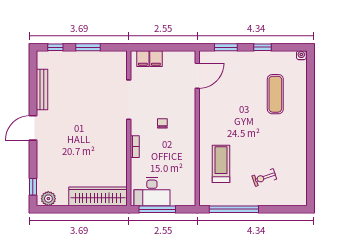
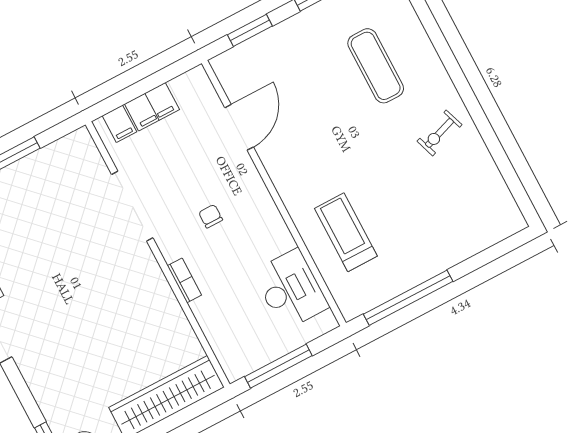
filing cabinet: (156, 59) -> (152, 107), width x2.00
door: (197, 76) -> (239, 127), moved
exercise bike: (264, 177) -> (439, 133), moved
desk: (152, 192) -> (291, 290), moved, turned -90

